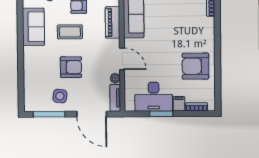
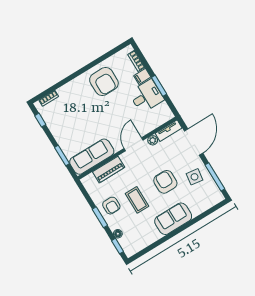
sofa: (33, 27) -> (173, 219), moved
desk: (154, 97) -> (146, 96), width x0.73

